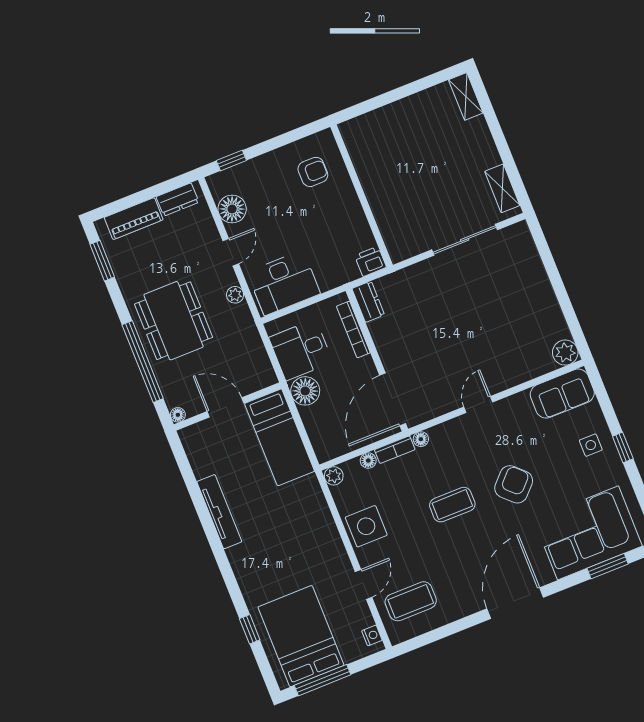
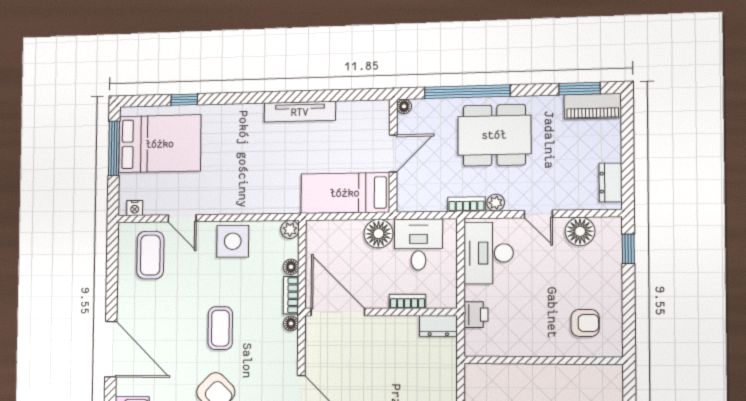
armchair: (313, 172) -> (585, 323), turned -90
piano: (134, 219) -> (593, 106), moved, turned -90
printer: (370, 261) -> (476, 315), moved
bookcase: (247, 321) -> (466, 204), added
bookcase: (353, 329) -> (408, 301), width x0.64

